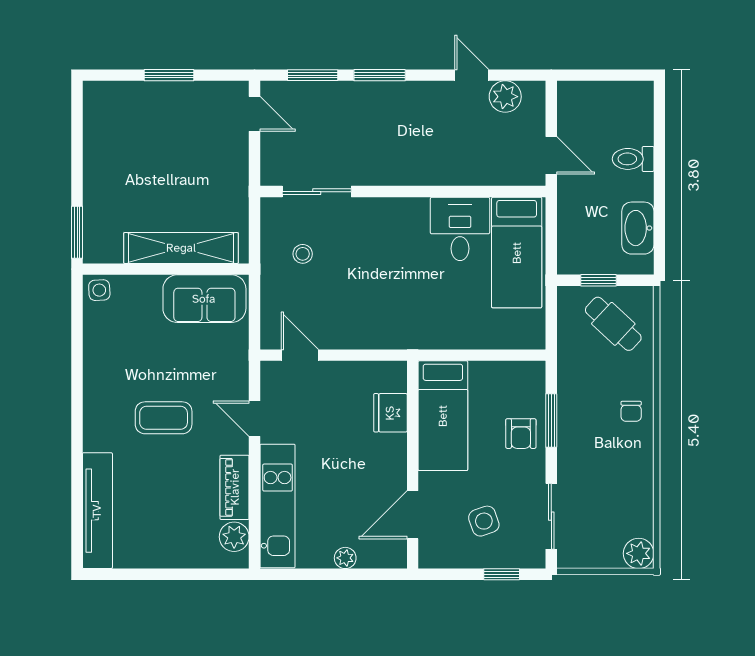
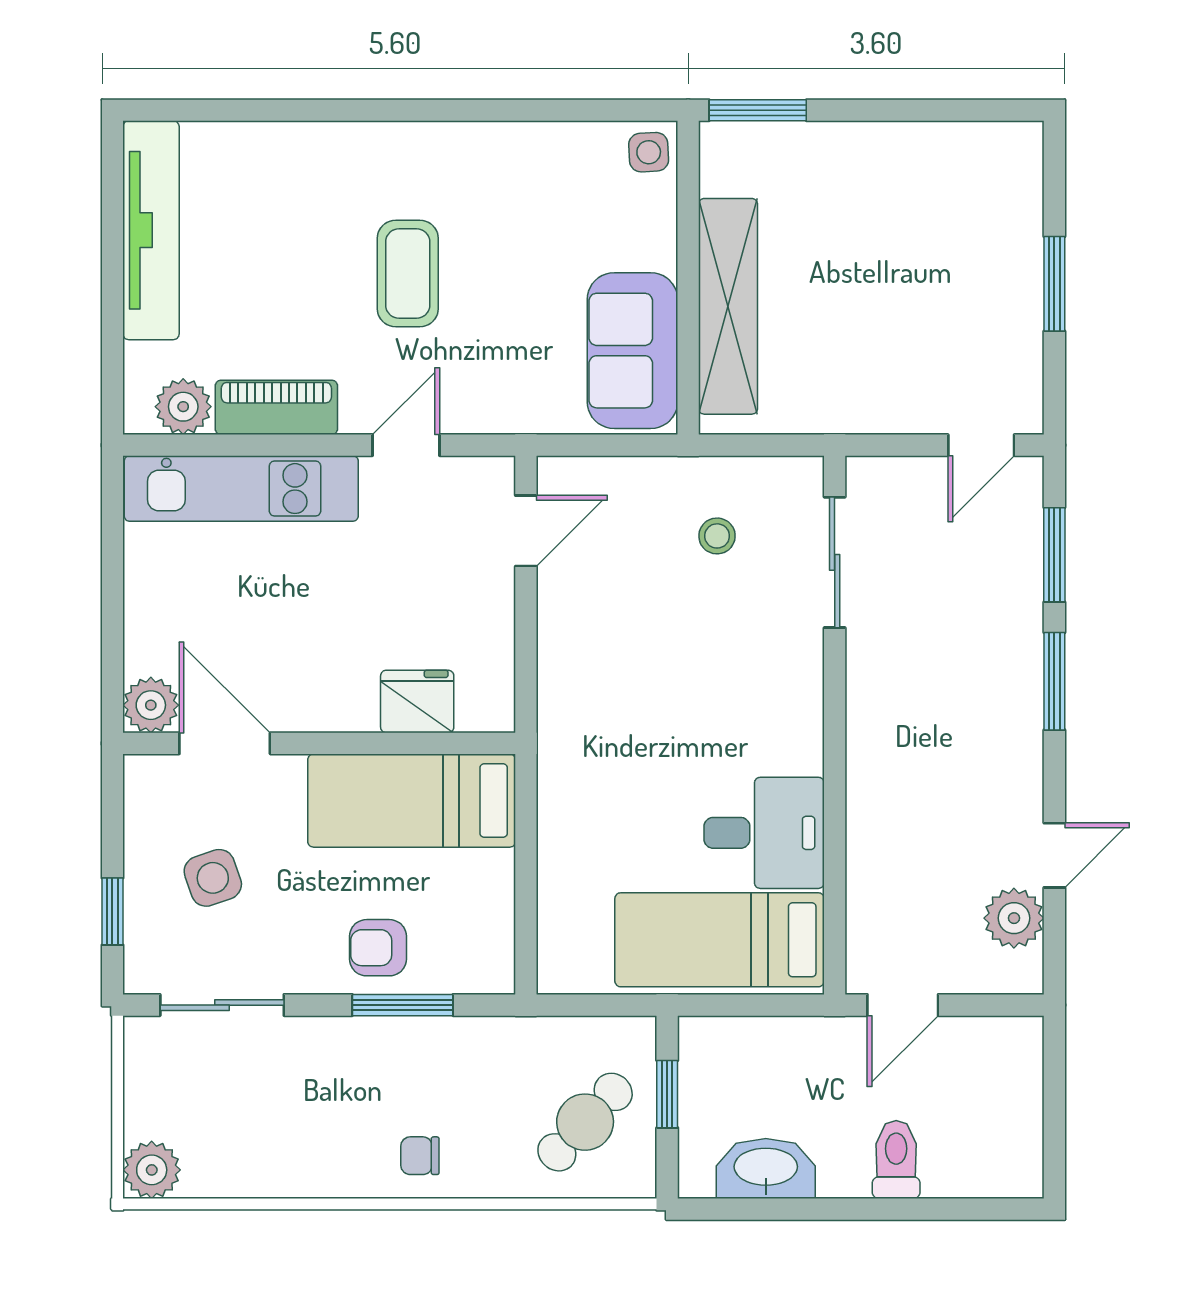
tv unit: (97, 511) -> (151, 230), moved, turned -90
plant: (345, 558) -> (151, 705), moved, width x1.38, depth x1.38

